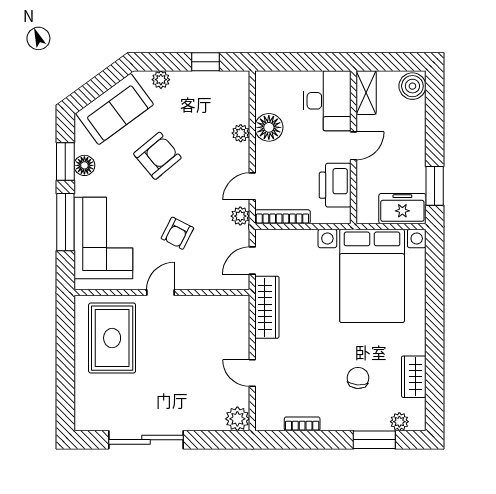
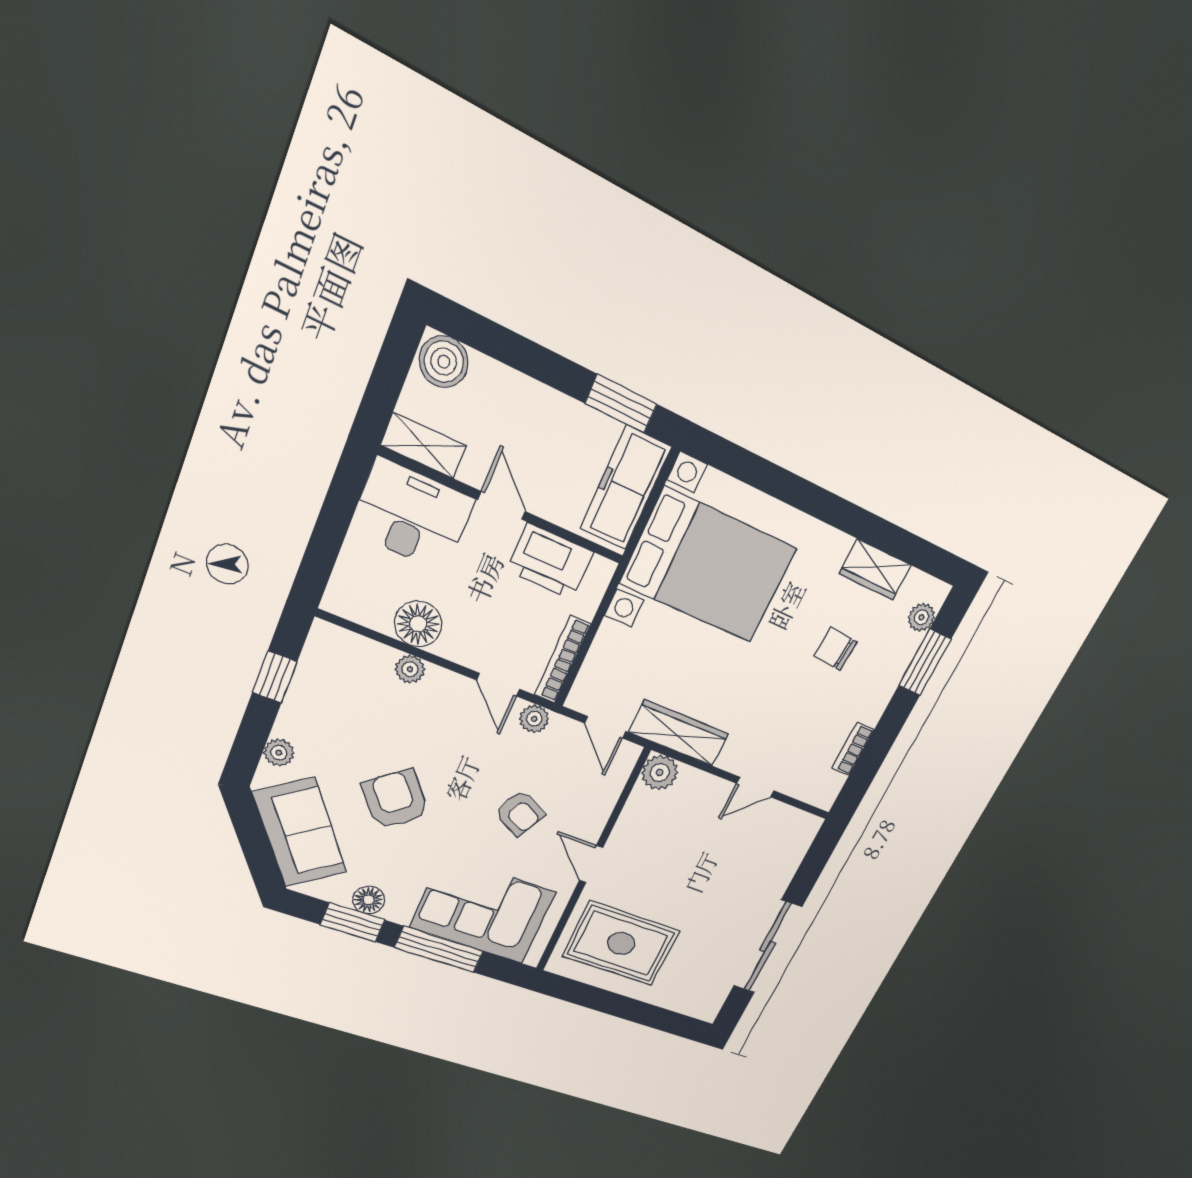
freezer: (402, 209) -> (626, 488), width x1.40
plant: (237, 419) -> (660, 772), moved

